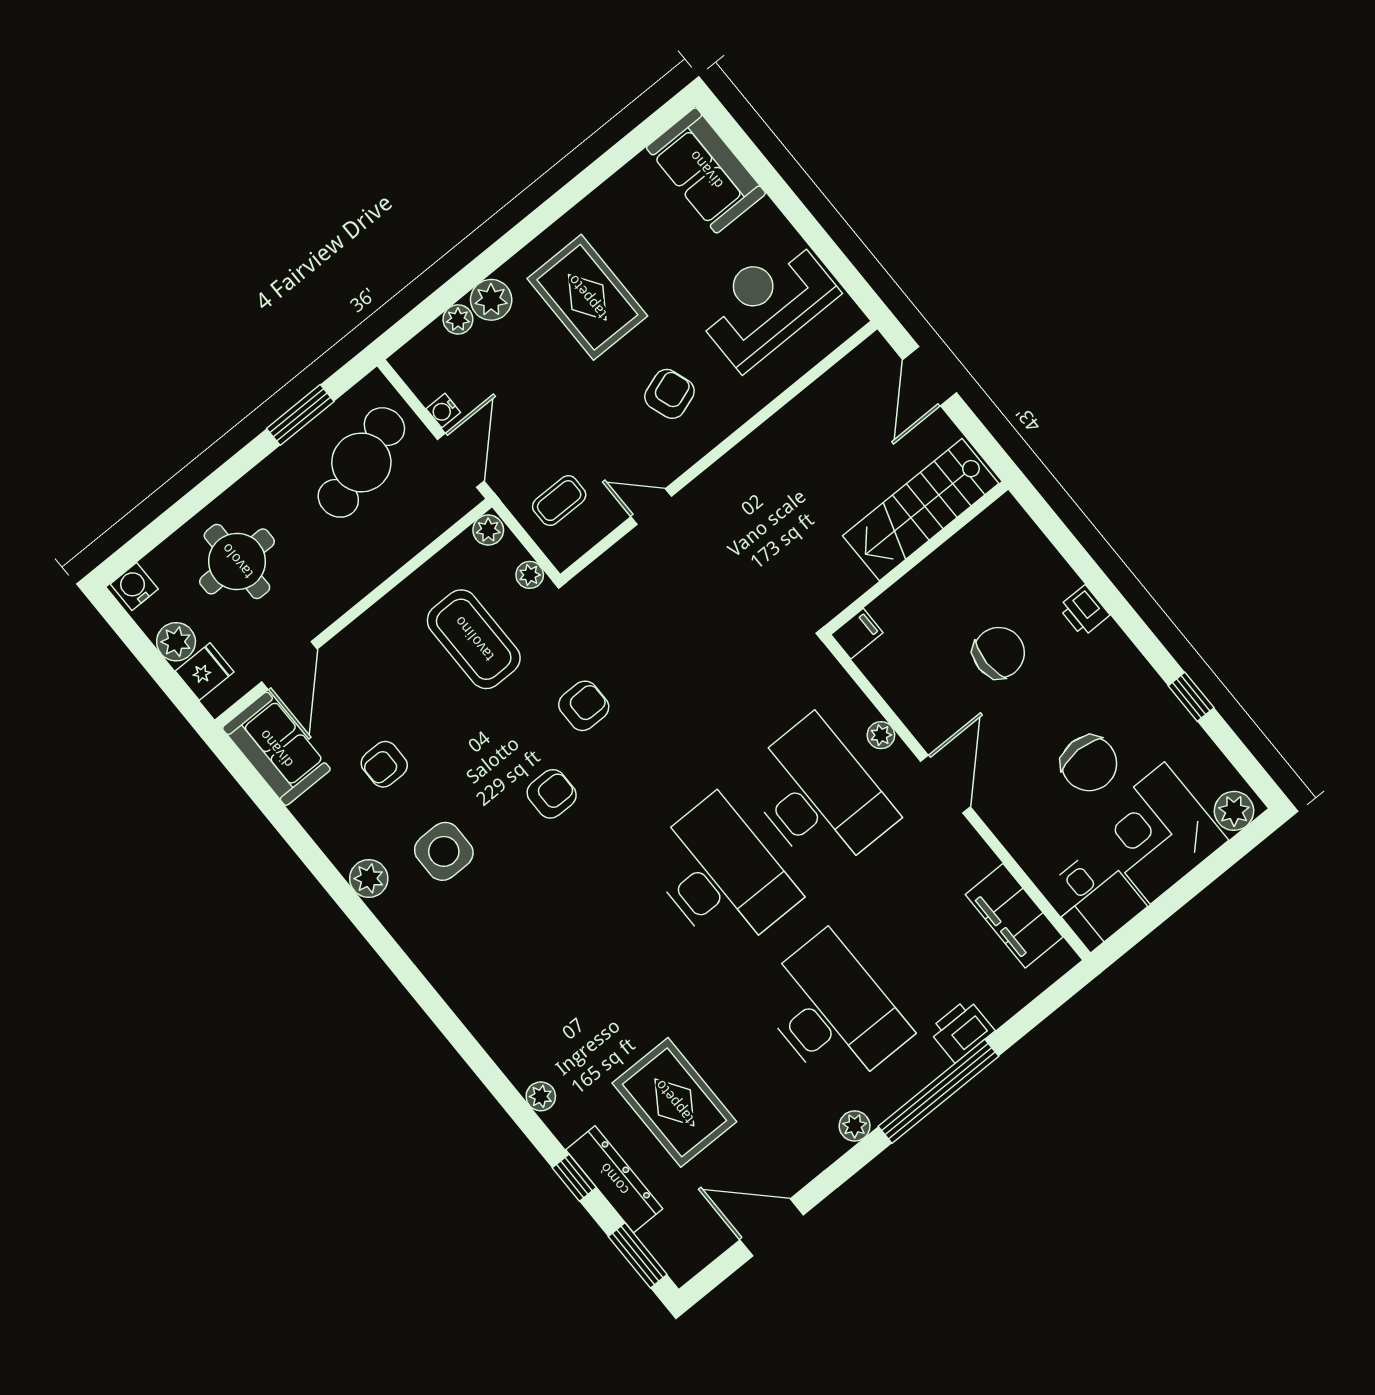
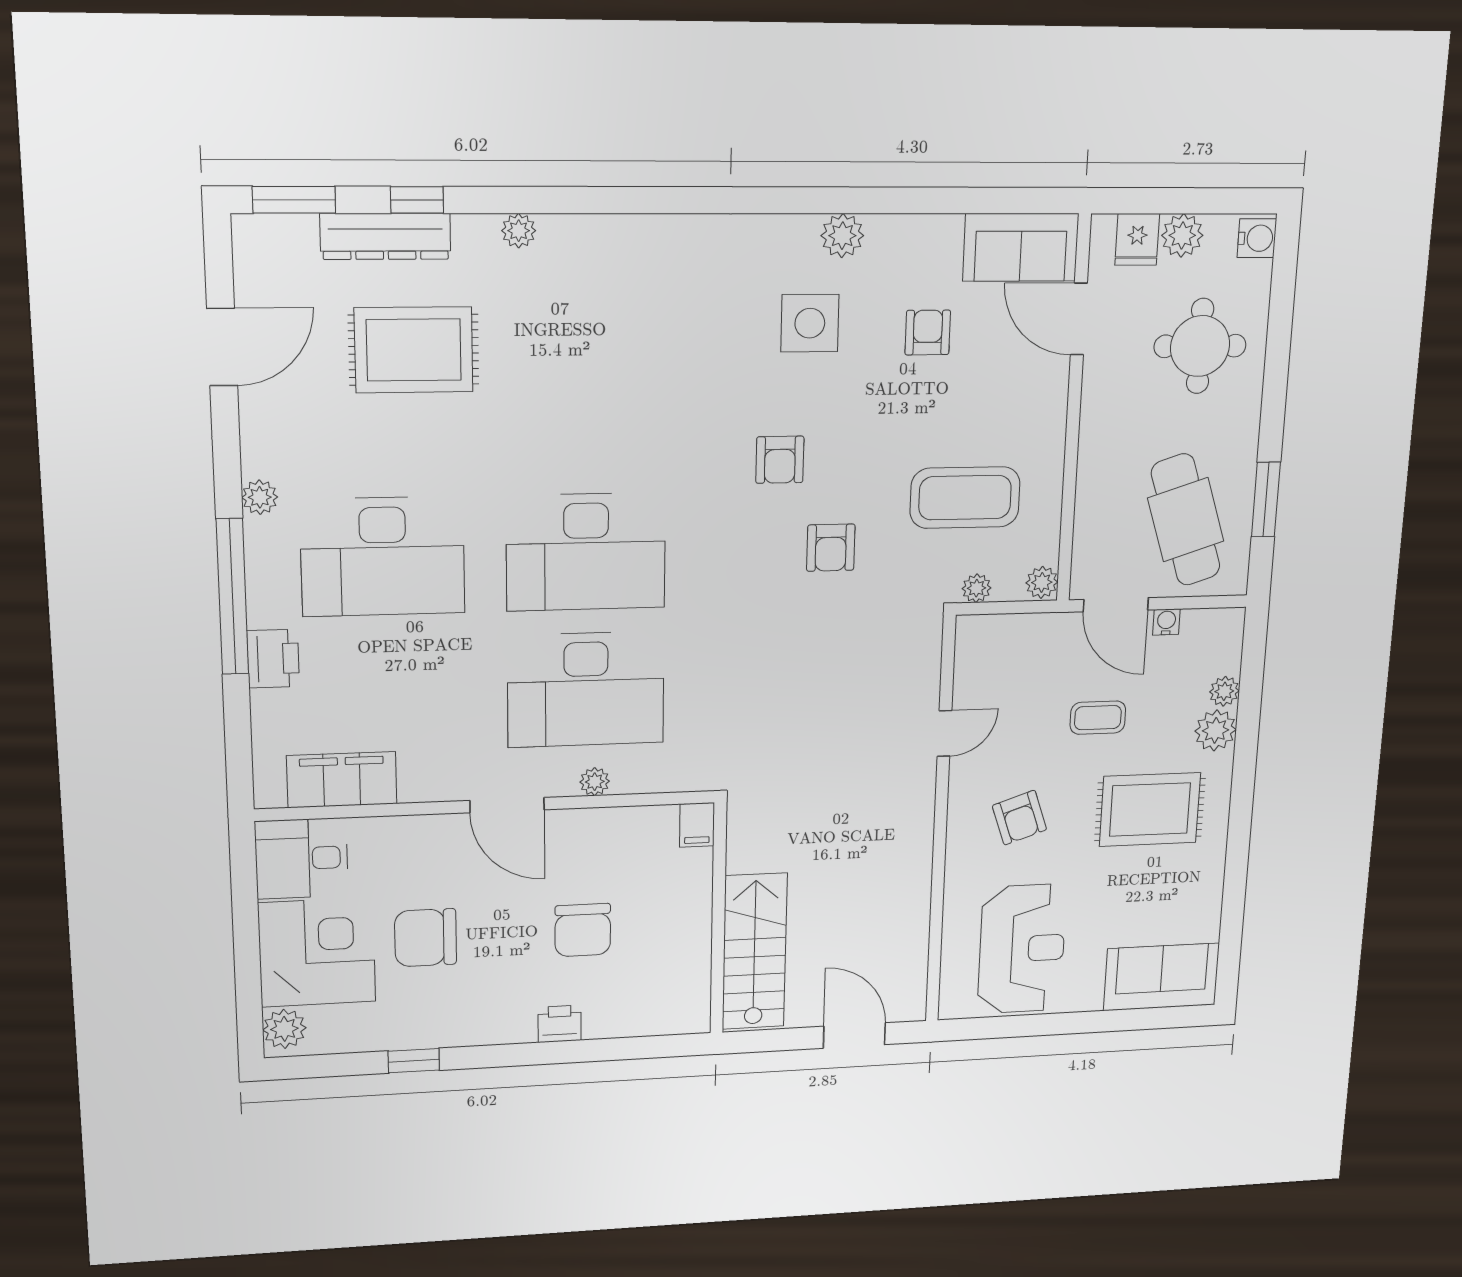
coffee table: (559, 501) -> (1098, 718), moved, turned 90

